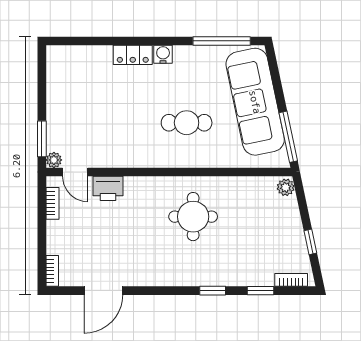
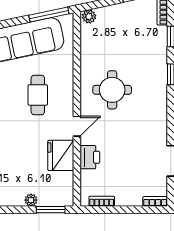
fridge: (110, 152) -> (61, 155), added
plant: (54, 160) -> (31, 200), moved
door: (75, 172) -> (77, 126), moved

